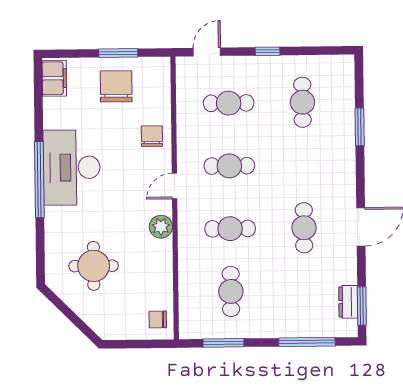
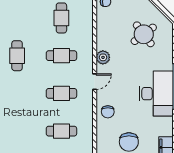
cafe table: (302, 102) -> (17, 131), removed
round table: (94, 266) -> (144, 34), turned -37

